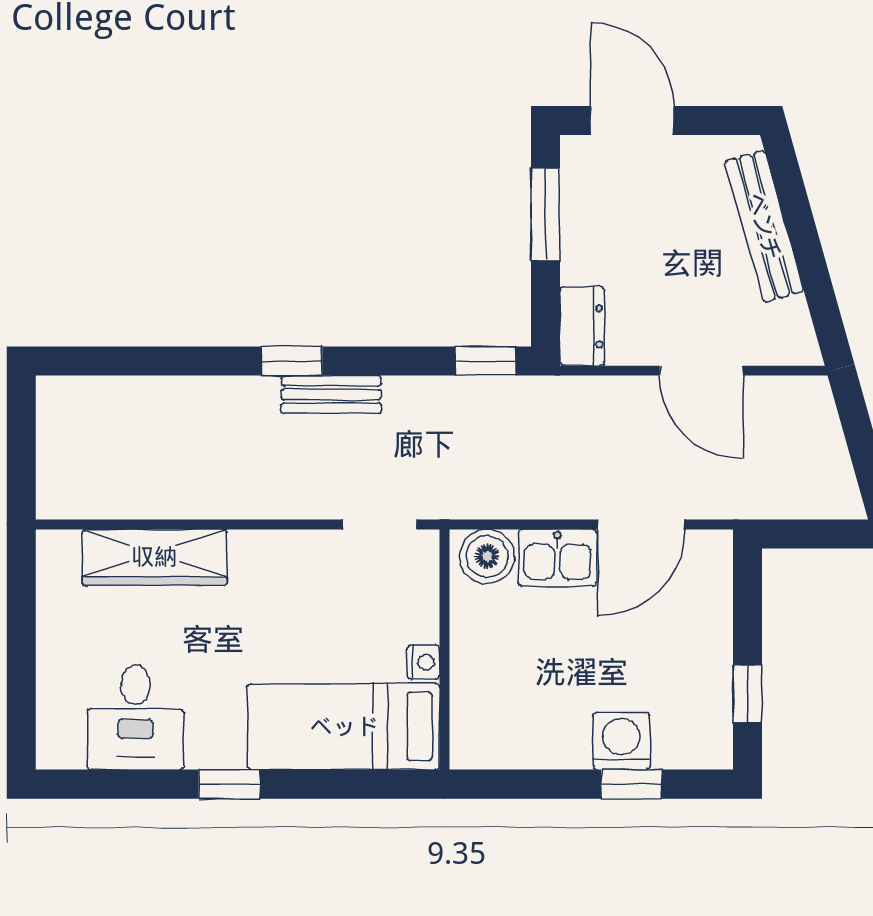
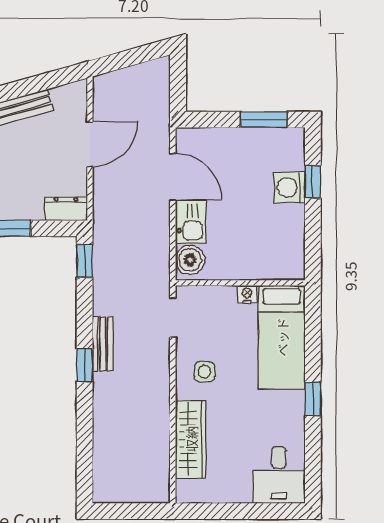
side table: (280, 583) -> (204, 372), added
window: (747, 694) -> (264, 120), width x1.50
desk: (135, 717) -> (279, 475), moved, turned 90

